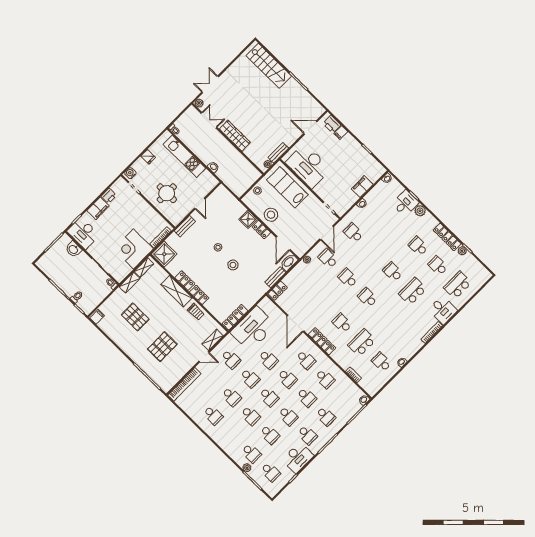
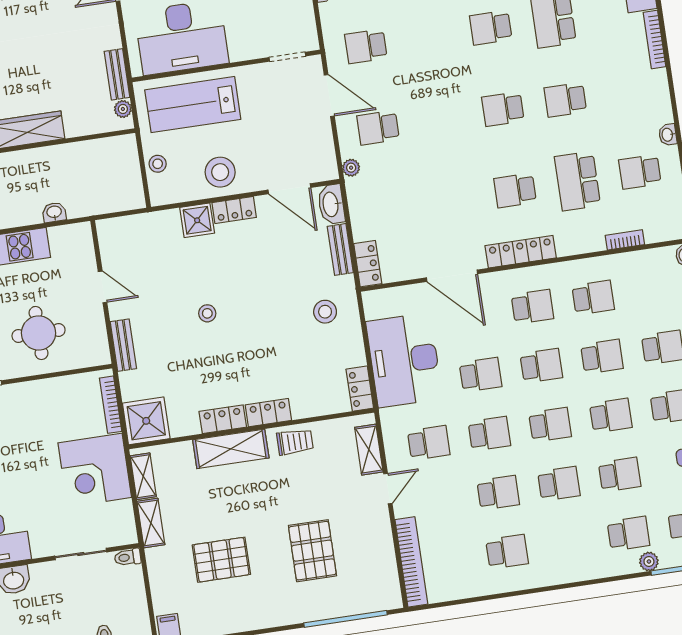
stool: (233, 265) -> (325, 312), moved
school desk: (348, 278) -> (565, 100), moved
locker: (235, 317) -> (360, 389), width x0.66

